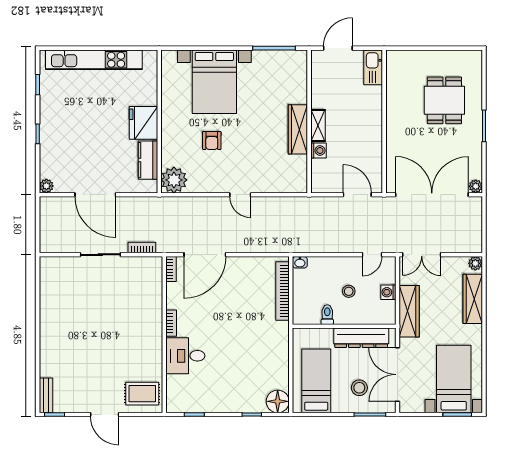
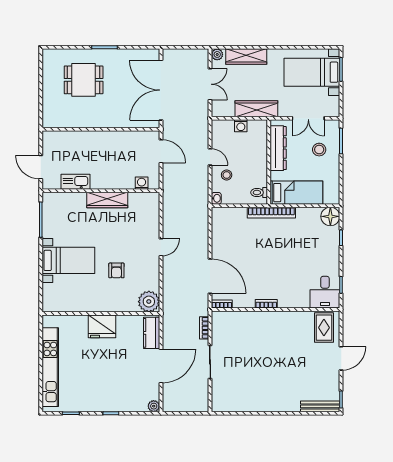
kitchen sink: (373, 67) -> (75, 182), moved, turned 180
bed with nightstands: (214, 82) -> (68, 260), width x0.73
shelving: (318, 125) -> (104, 183), removed
armchair: (212, 140) -> (116, 270), turned 90
washing machine: (318, 150) -> (142, 183), moved
kitchen counter: (148, 160) -> (152, 333), moved, turned 90
plant: (476, 186) -> (154, 54), removed
door: (357, 195) -> (161, 151), swing flipped
door: (372, 255) -> (210, 157), moved
double door: (422, 255) -> (210, 84), moved
bookcase: (282, 291) -> (271, 213), moved
stool: (349, 291) -> (227, 175), moved
toilet: (327, 315) -> (259, 193), moved
desk: (185, 356) -> (325, 292), moved
double door: (397, 375) -> (308, 118), width x0.73
bed: (316, 381) -> (296, 193), moved, turned 180
bench: (46, 395) -> (320, 406), width x1.36

